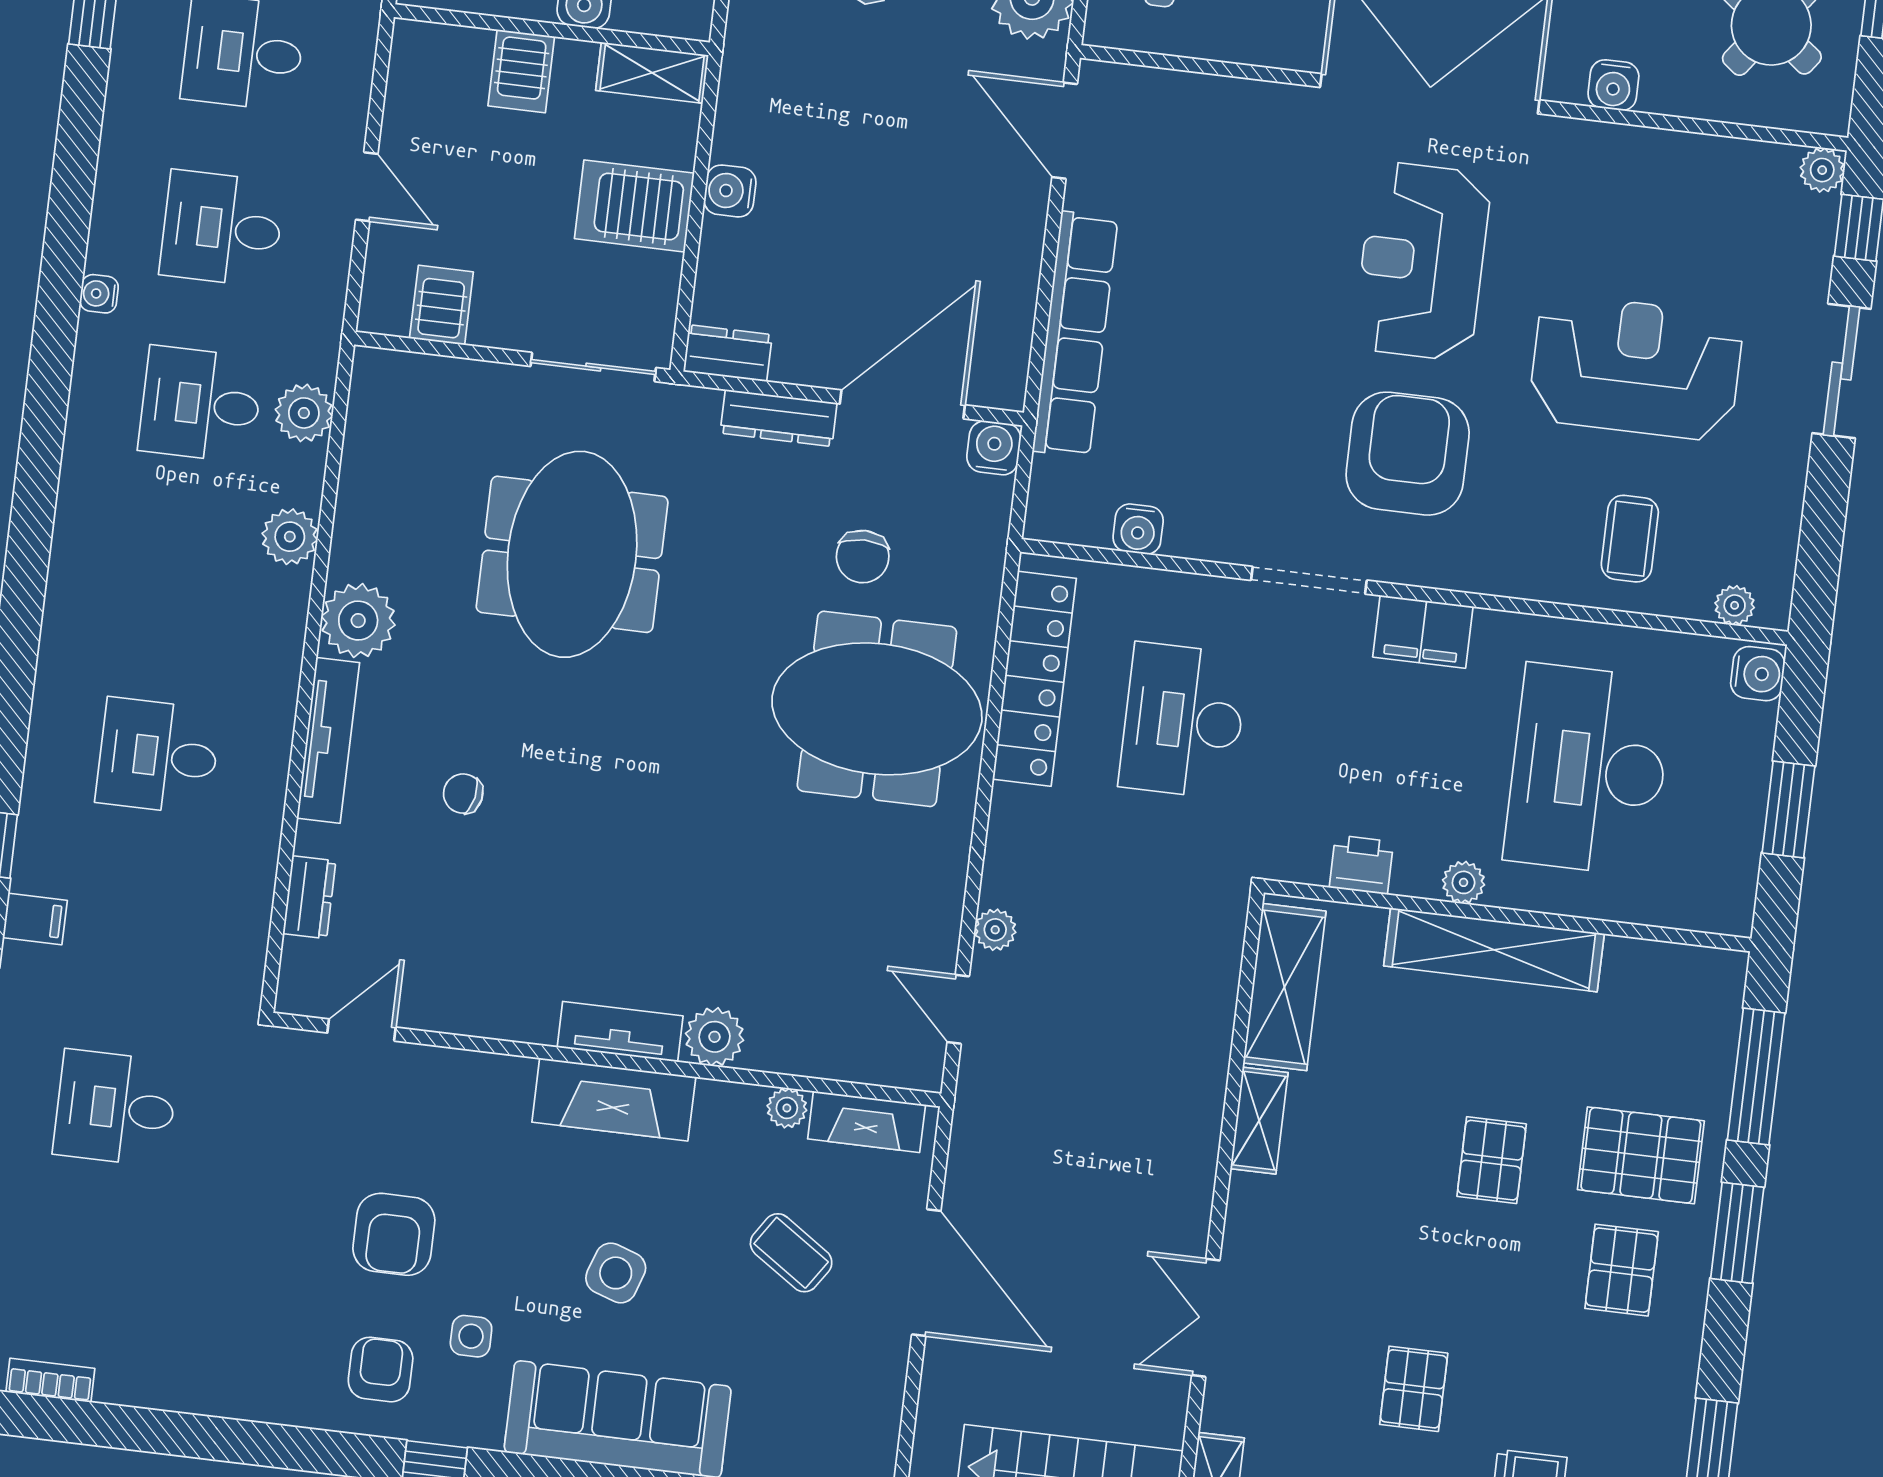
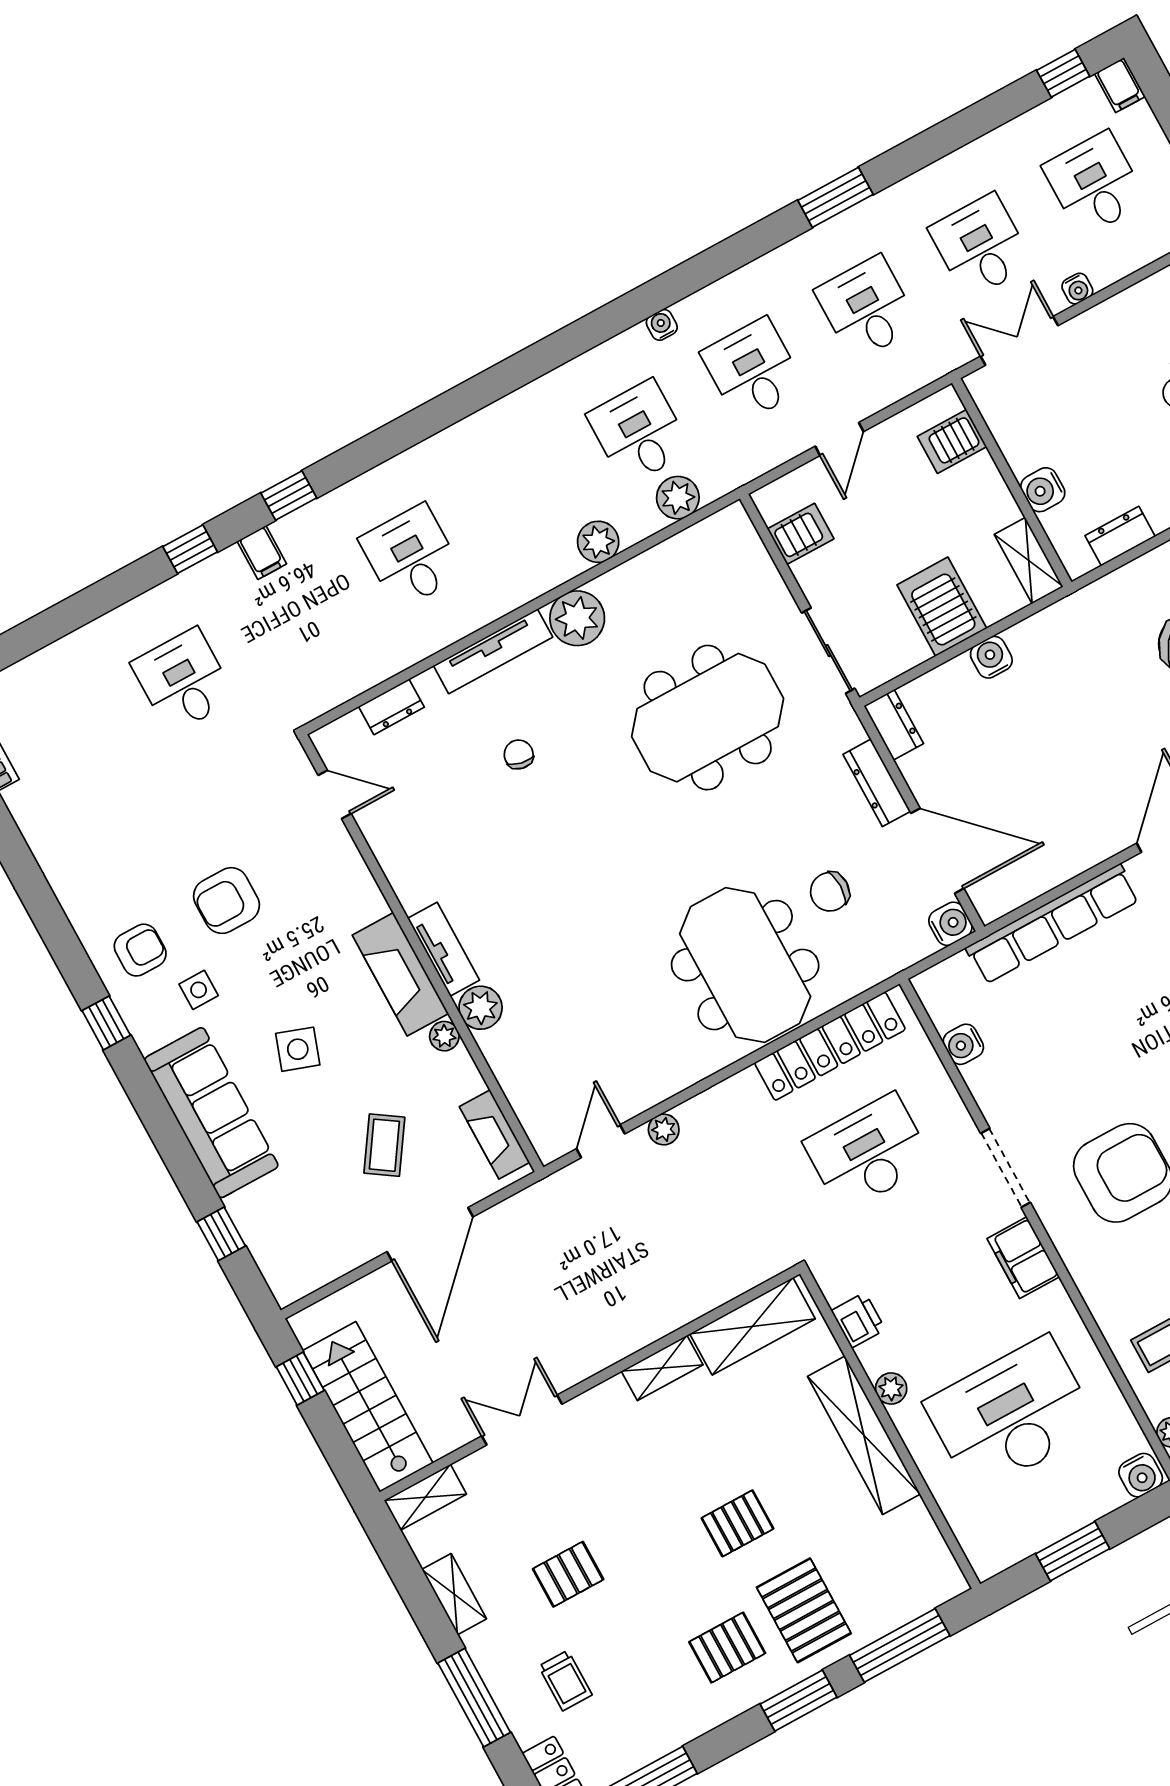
server rack: (521, 71) -> (952, 441), moved
plant: (787, 1108) -> (444, 1036), moved

